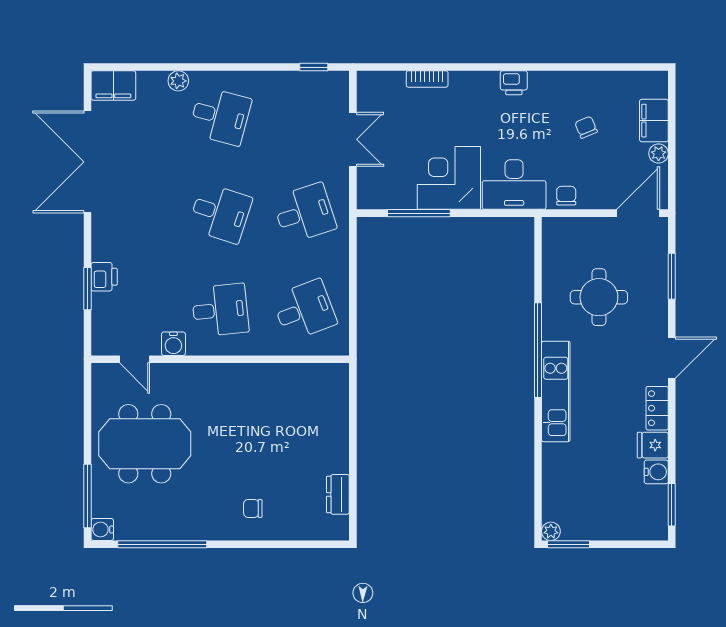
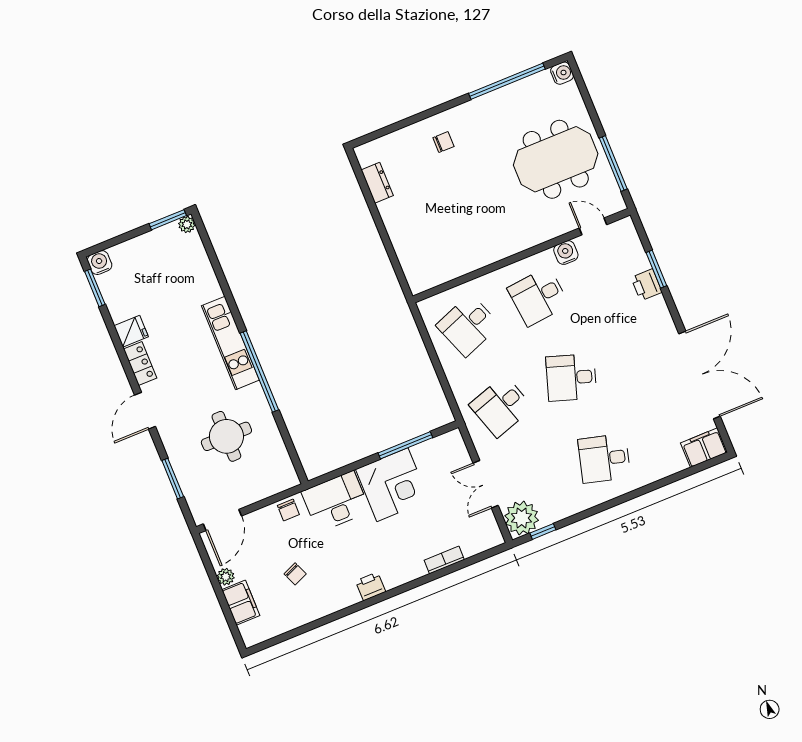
plant: (178, 81) -> (522, 518), moved, width x1.88, depth x1.88
water cooler: (656, 472) -> (100, 263), moved, turned 90
window: (87, 496) -> (613, 163), moved

